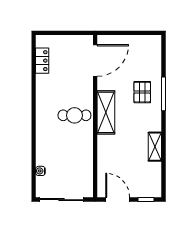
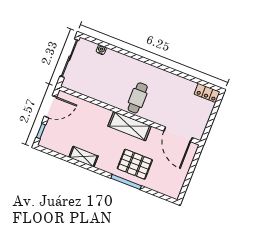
locker: (42, 61) -> (207, 93), moved
pallet: (142, 92) -> (135, 164), width x1.50, depth x1.42

